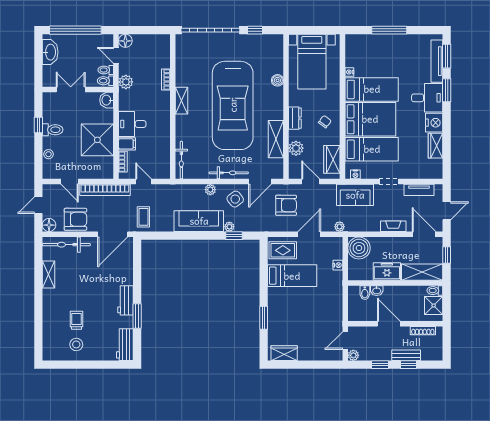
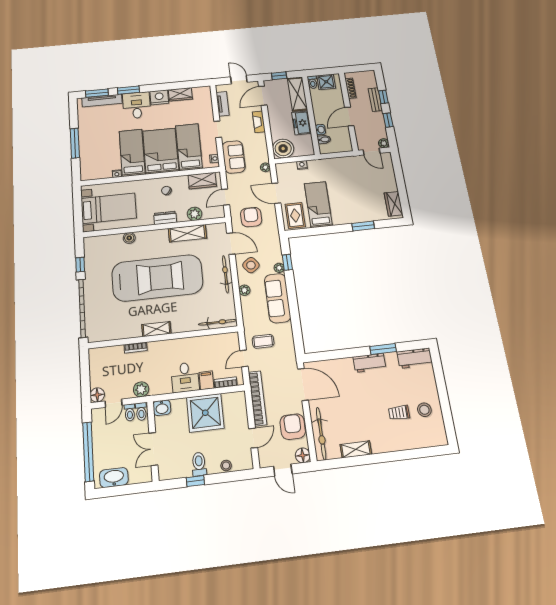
coffee table: (143, 217) -> (263, 341), moved

